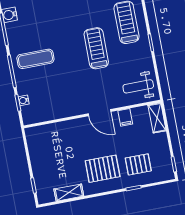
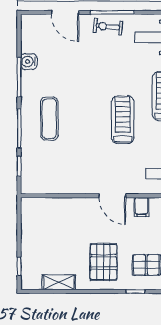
exercise mat: (35, 59) -> (49, 119), turned 90
water cooler: (24, 100) -> (26, 165), removed
pallet: (103, 169) -> (104, 262), turned 90

